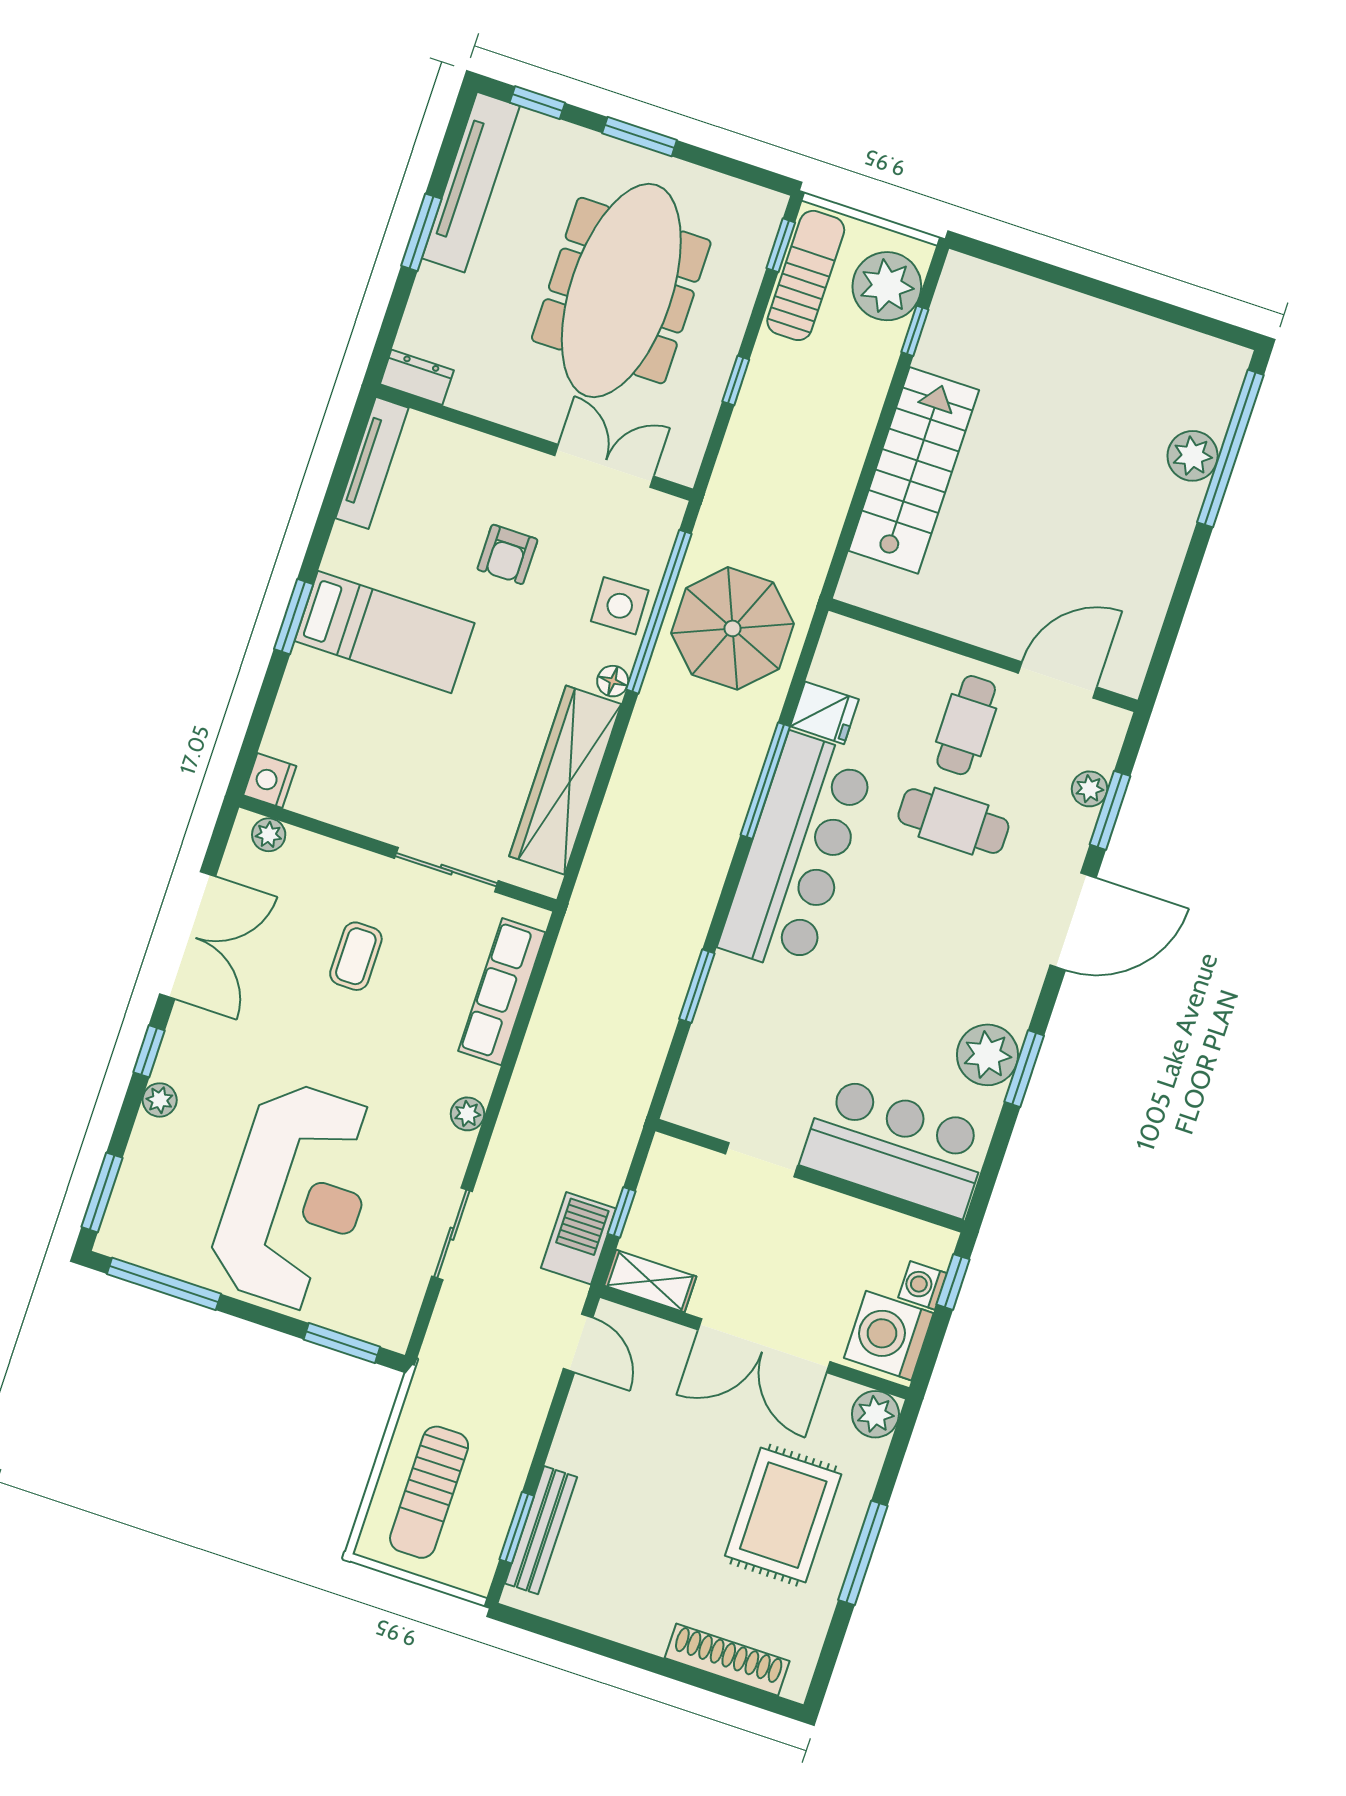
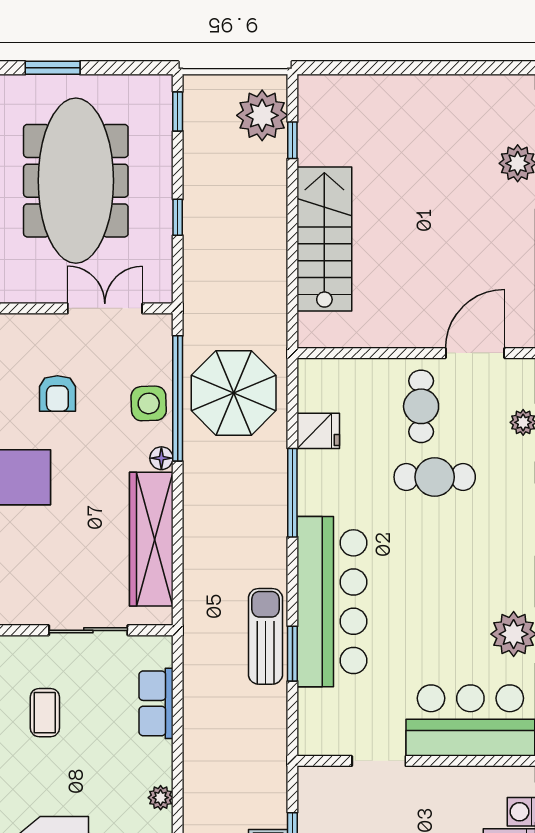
sun lounger: (806, 275) -> (265, 636), moved
bar counter: (797, 853) -> (332, 602), moved
row of seats: (502, 992) -> (156, 703), width x0.68

